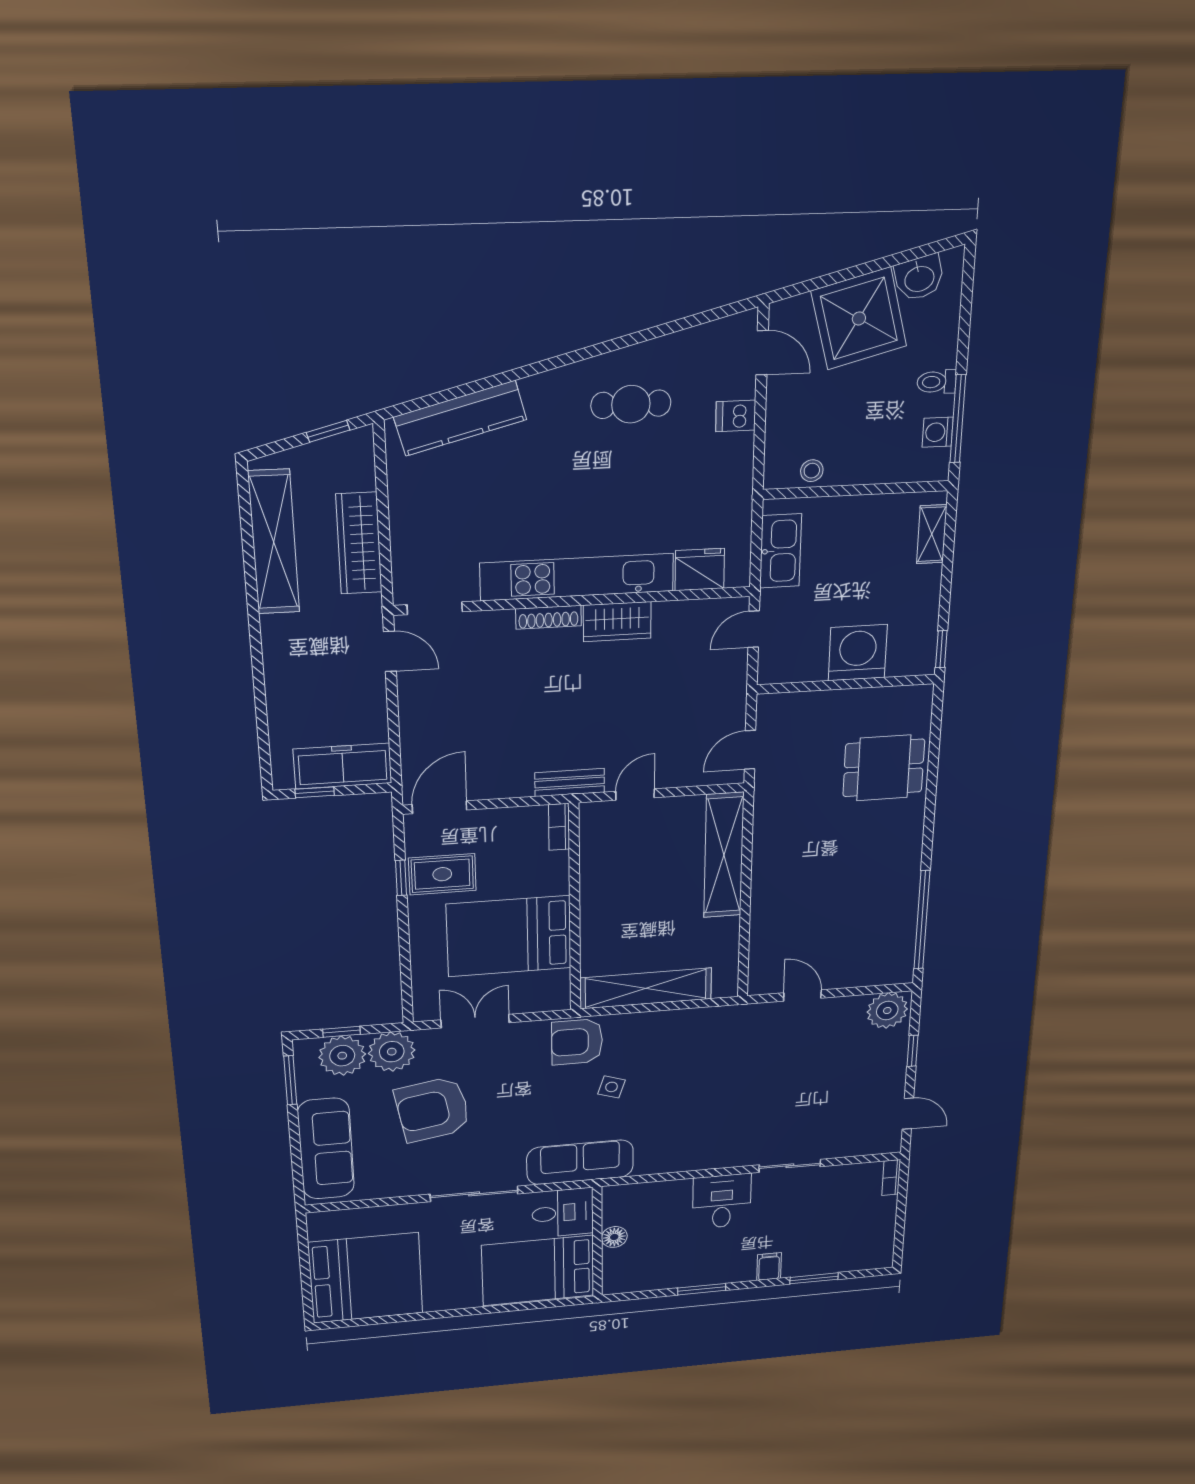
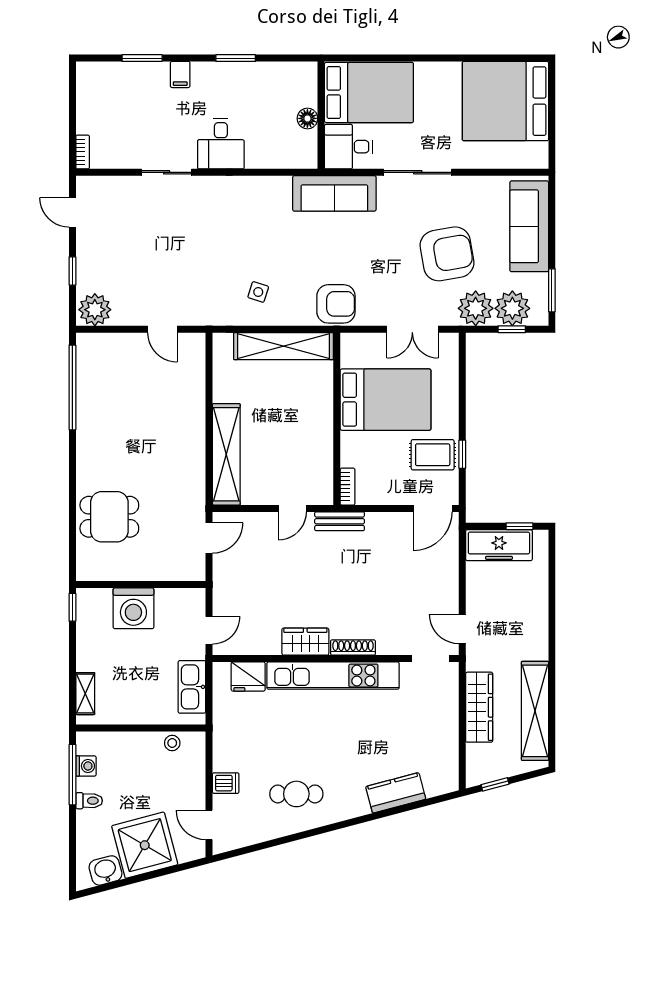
kitchen counter: (460, 418) -> (396, 793), width x0.67
side table: (611, 1087) -> (258, 292), moved

